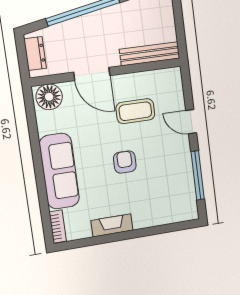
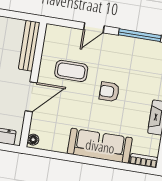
floor lamp: (49, 97) -> (33, 140), width x0.53, depth x0.53
coffee table: (135, 111) -> (71, 71), turned 90

